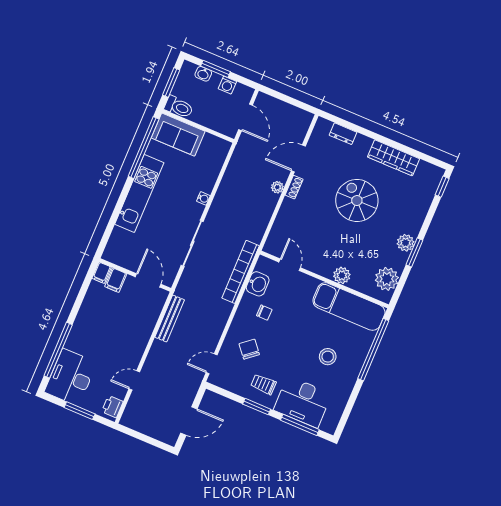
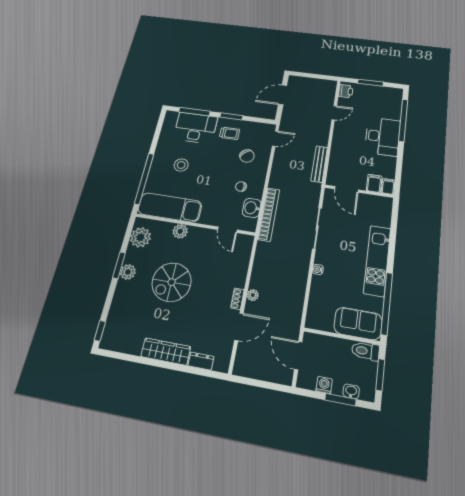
wardrobe: (393, 158) -> (166, 352), moved
spiral stairs: (357, 200) -> (172, 282), moved, turned 90
desk: (71, 377) -> (382, 137), moved

